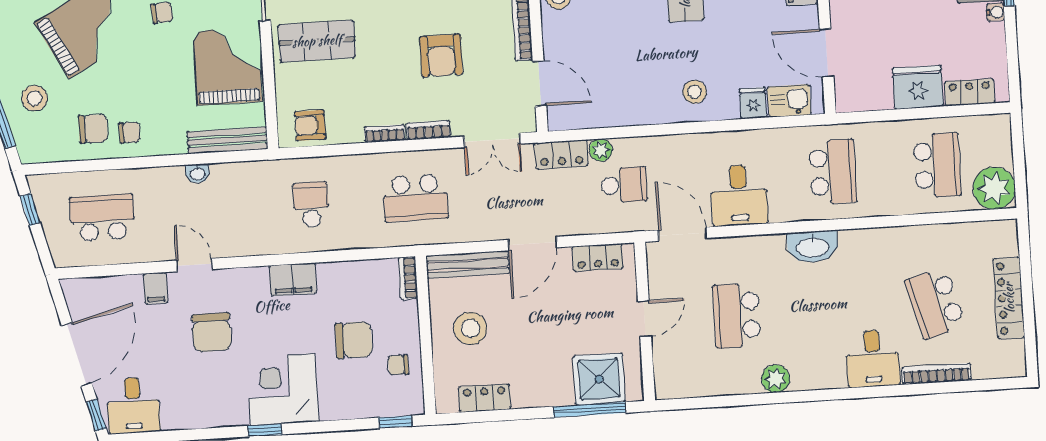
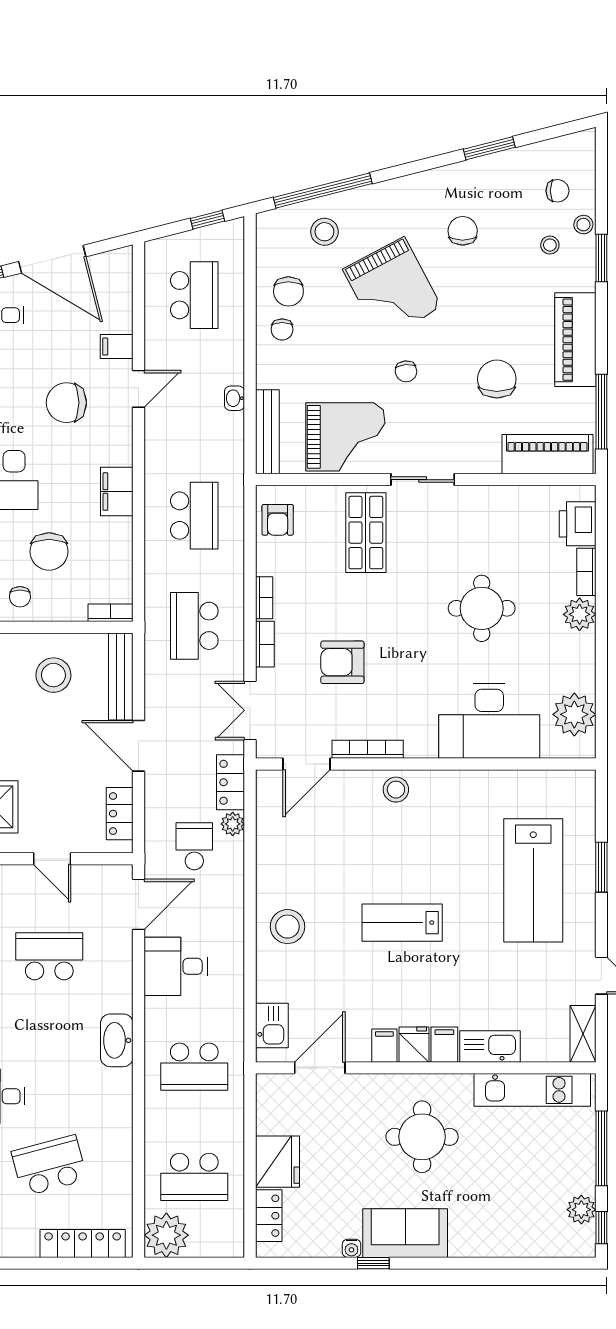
stool: (695, 92) -> (287, 927), width x1.38, depth x1.38
fridge: (753, 103) -> (272, 987), removed
armchair: (310, 125) -> (278, 520), turned 180
school desk: (624, 185) -> (194, 846), turned 180
school desk: (311, 205) -> (194, 516), width x1.85
locker: (1009, 298) -> (83, 1243), moved
chair: (398, 365) -> (20, 597), turned 180

